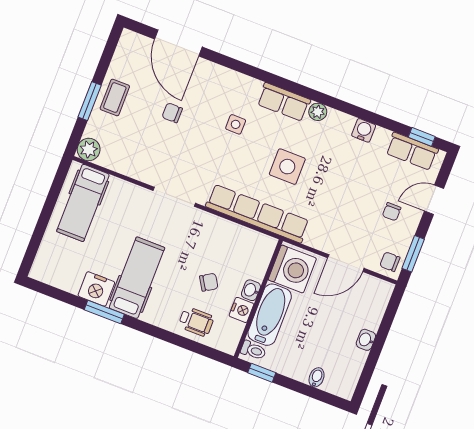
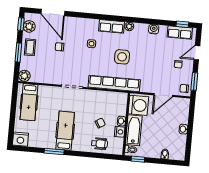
window: (110, 48) -> (21, 24), added
plant: (125, 57) -> (29, 26), added
nightstand: (96, 289) -> (20, 139), moved

